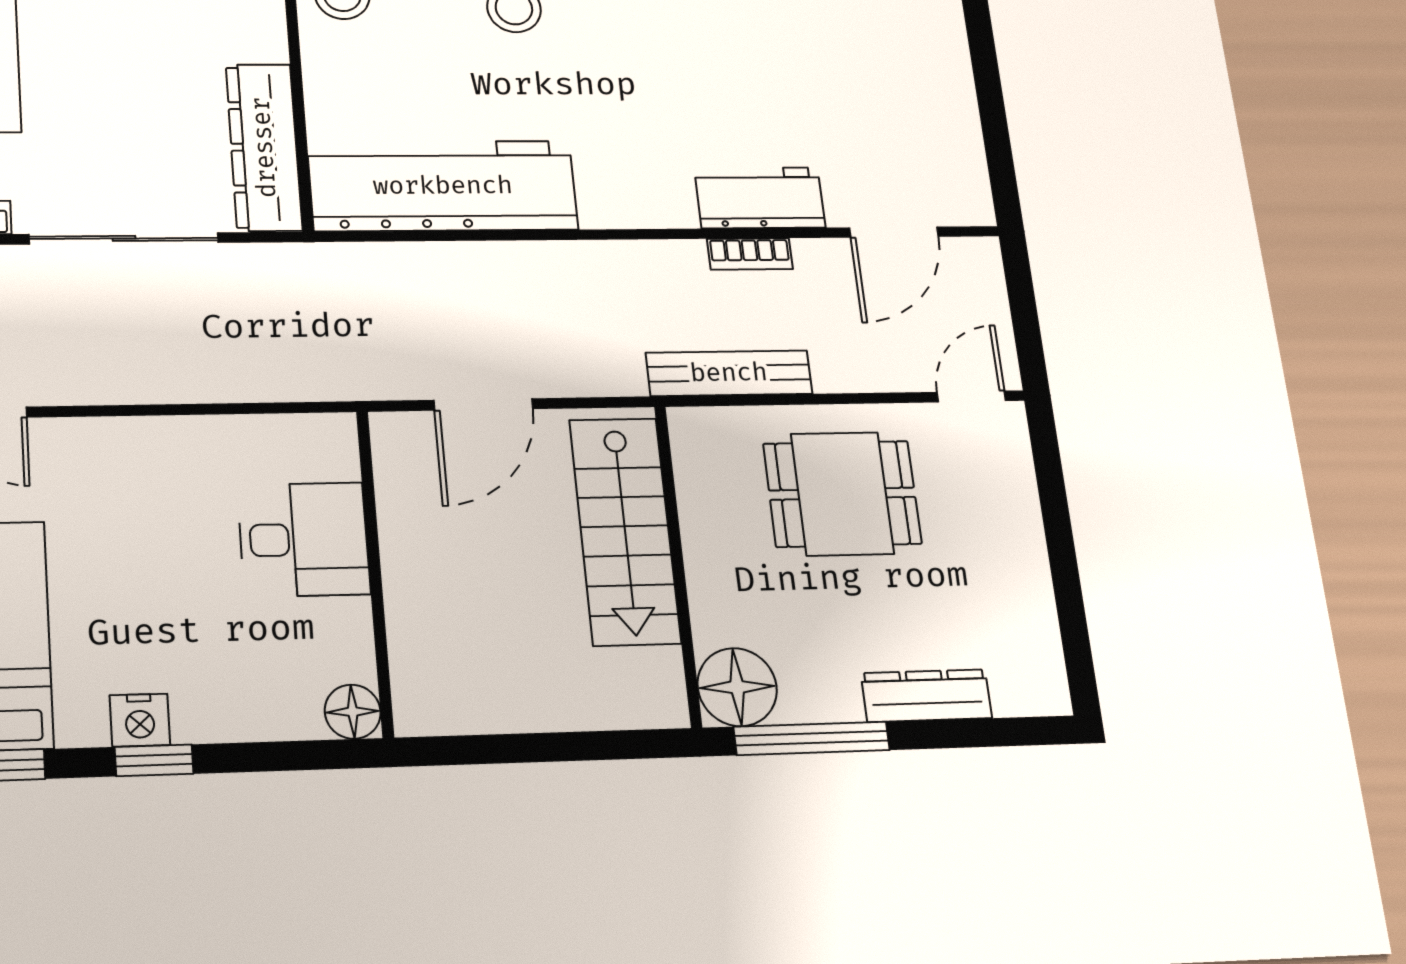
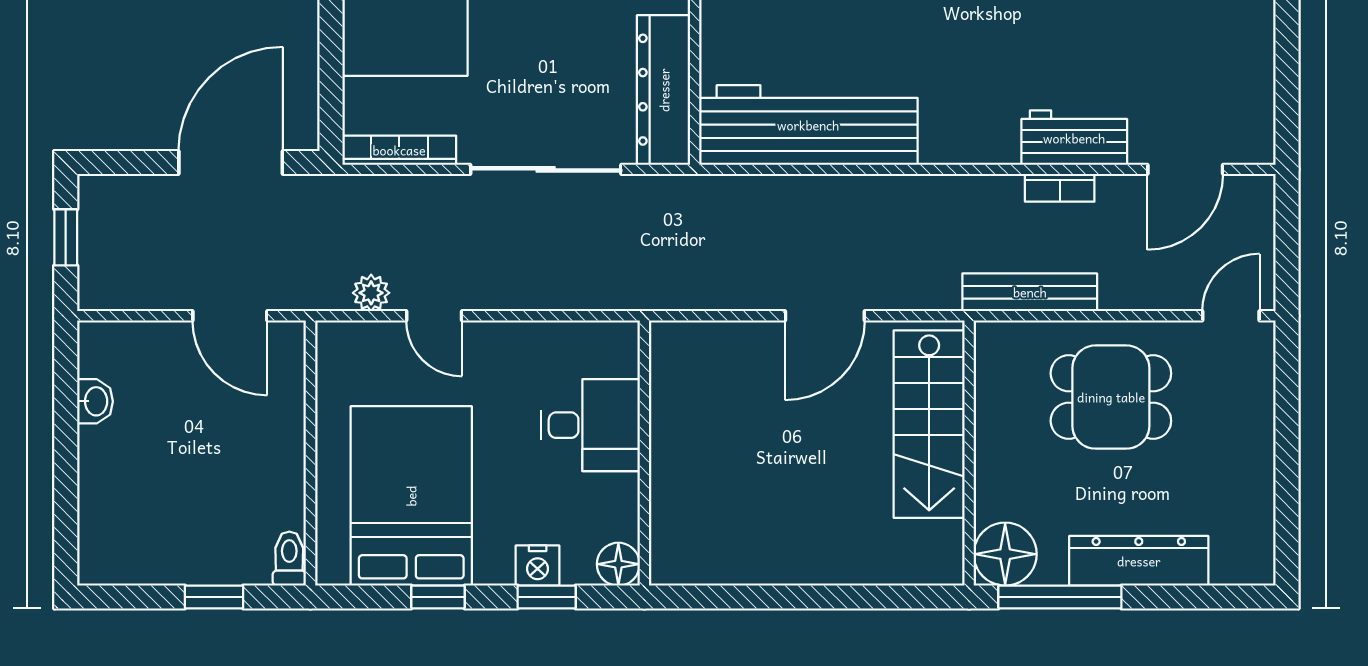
desk: (304, 539) -> (590, 425), moved
wall: (375, 572) -> (644, 453), moved
dresser: (926, 696) -> (1139, 561), width x1.37, depth x1.24
floor lamp: (353, 712) -> (618, 564), moved

